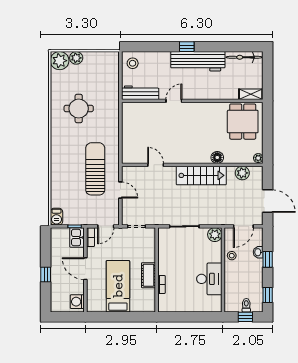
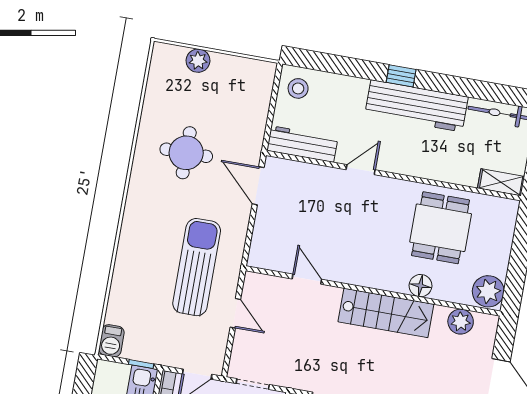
plant: (60, 61) -> (167, 60), removed
door: (120, 119) -> (258, 186), added
dining table: (243, 122) -> (441, 228), moved
plant: (258, 158) -> (488, 291), width x1.87, depth x1.87

